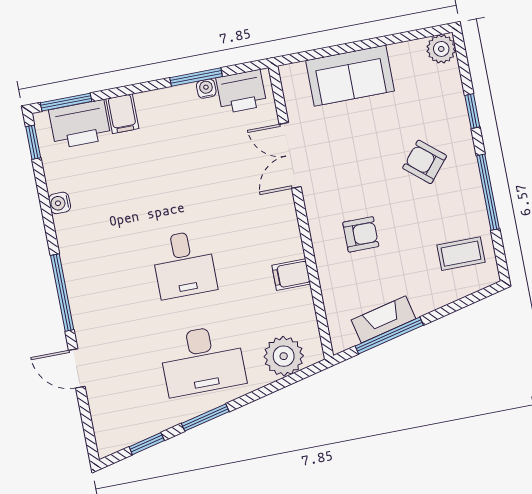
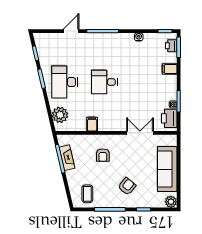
sofa: (350, 76) -> (167, 169), width x1.36
printer: (80, 124) -> (171, 46), width x0.53, depth x0.68

